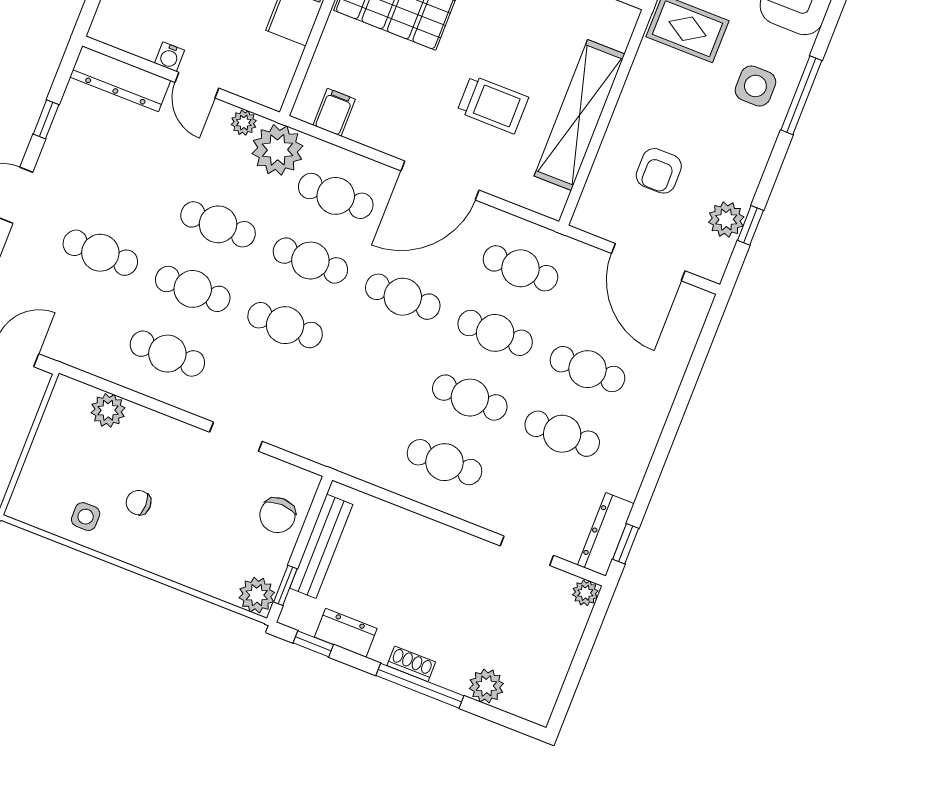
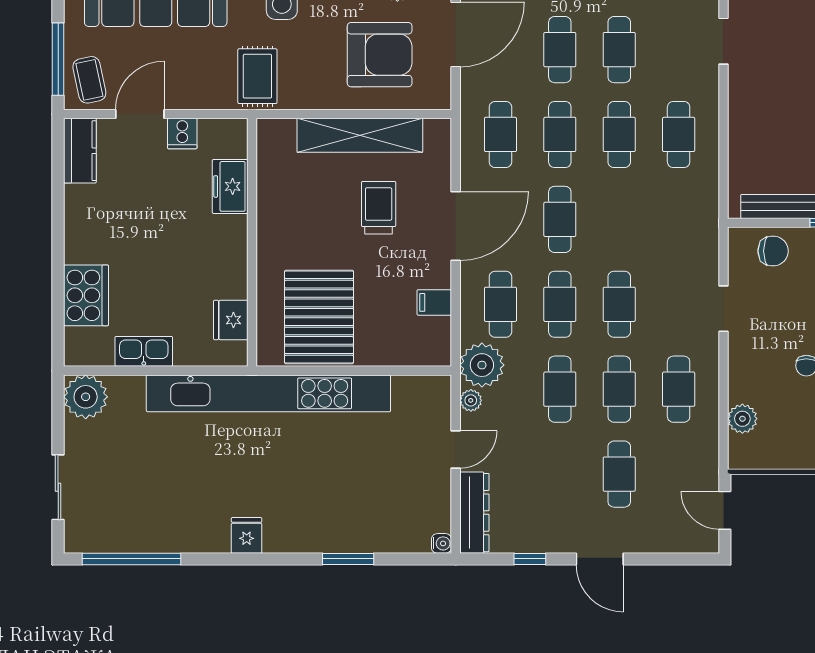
water cooler: (170, 57) -> (441, 543), moved
filing cabinet: (334, 112) -> (434, 302), moved
armchair: (659, 171) -> (380, 55), width x1.88, depth x1.88
door: (440, 180) -> (456, 226), hinge flipped

